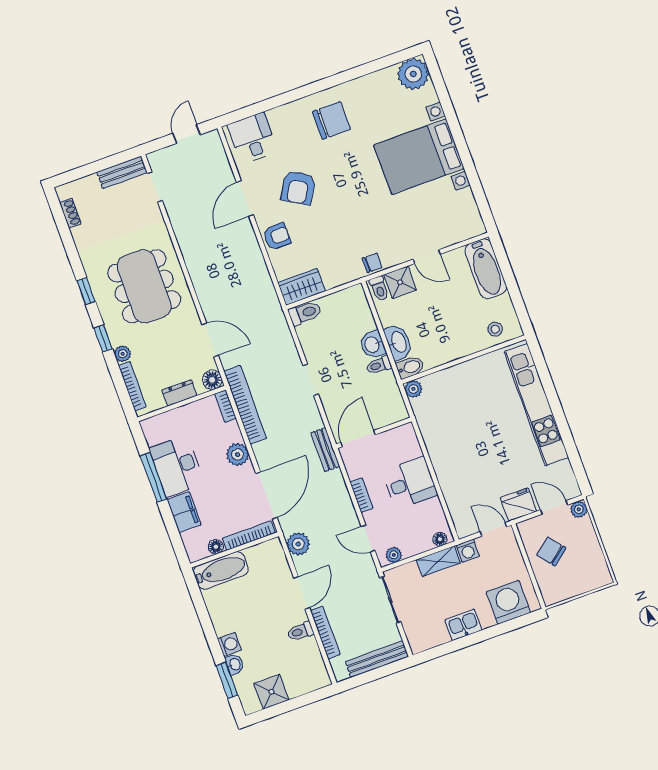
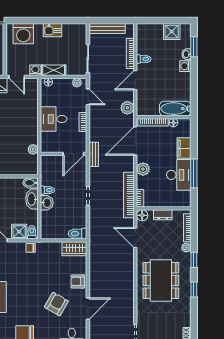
plant: (413, 389) -> (33, 149), moved

